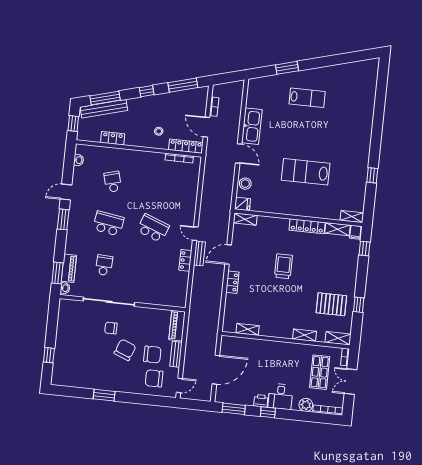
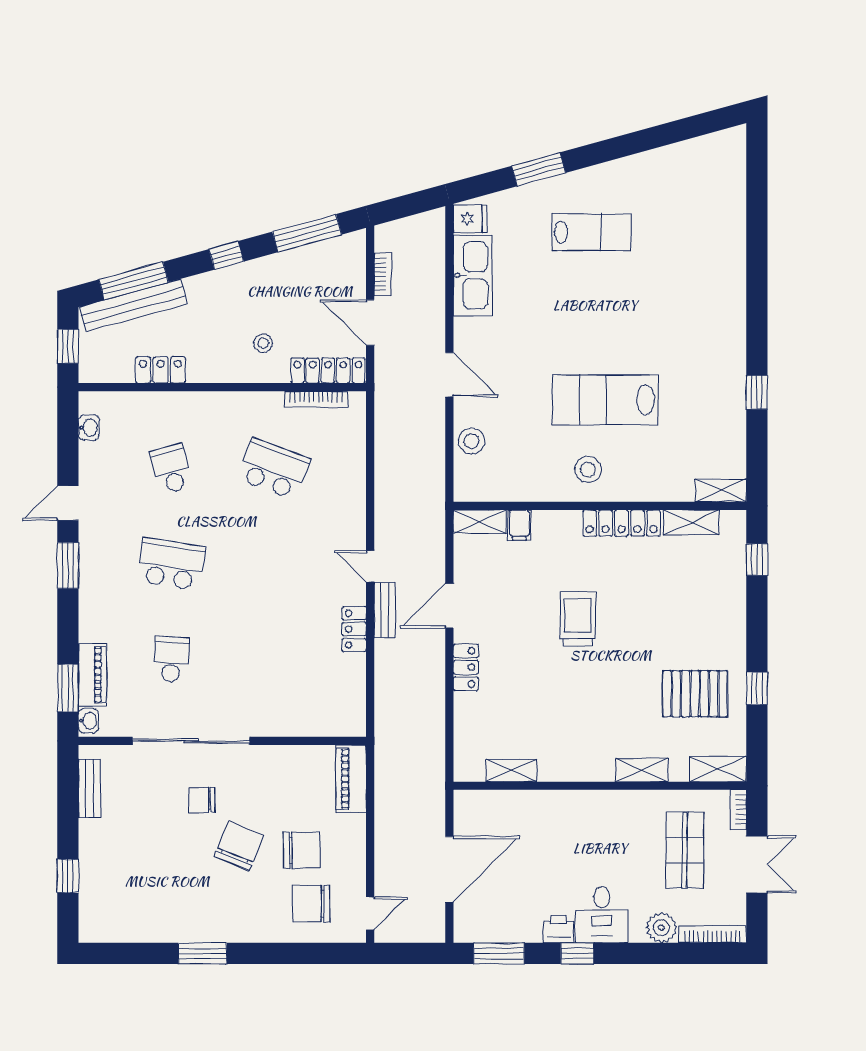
kitchen sink: (252, 126) -> (473, 275), moved
stool: (295, 201) -> (588, 470), added
fridge: (243, 204) -> (470, 219), moved
school desk: (153, 228) -> (273, 469), moved
filing cabinet: (355, 232) -> (519, 525), moved
bench: (176, 354) -> (90, 788), moved
double door: (351, 382) -> (757, 864), swing flipped

